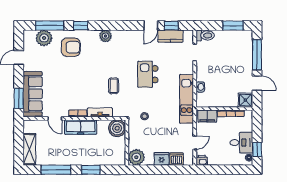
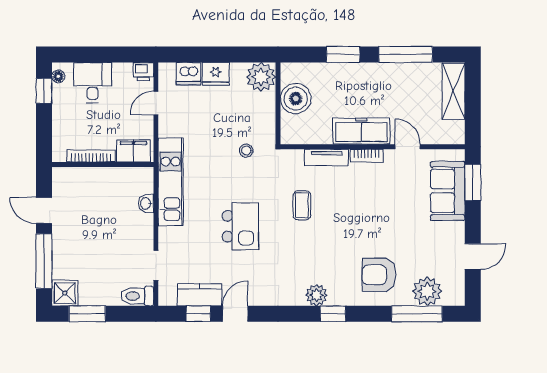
window: (81, 26) -> (333, 314), moved
sofa: (33, 94) -> (448, 191), width x0.73
shower: (245, 100) -> (65, 293), moved
boiler: (117, 128) -> (296, 99), moved
desk: (241, 143) -> (92, 83), moved, turned 90

